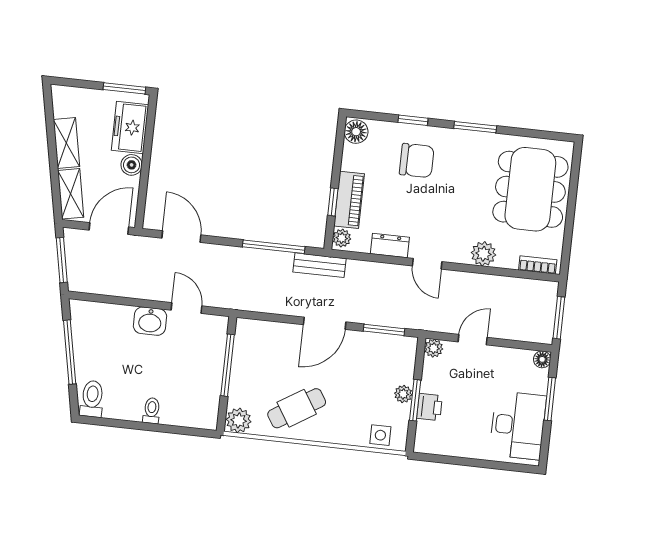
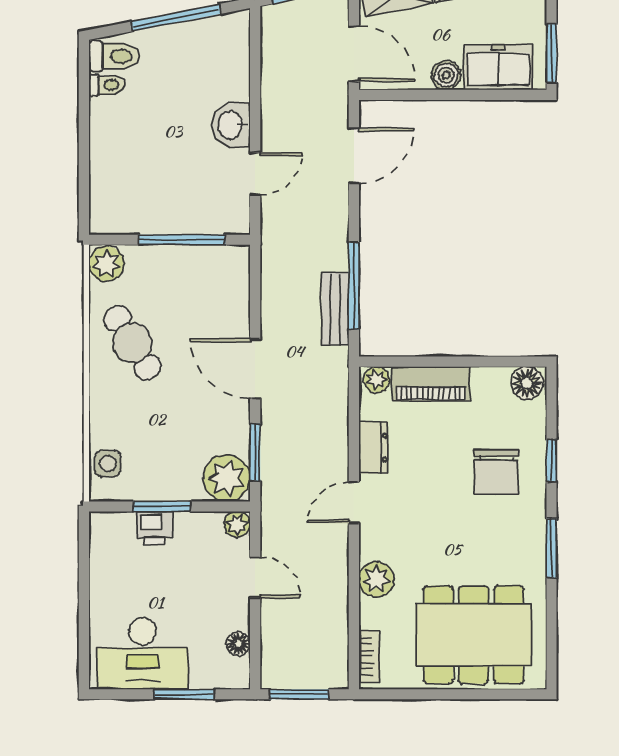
window: (333, 202) -> (425, 362), removed
bench: (319, 265) -> (335, 309), moved
floor lamp: (542, 359) -> (238, 644), moved
plant: (403, 394) -> (227, 478), moved, width x1.87, depth x1.87
toilet: (152, 411) -> (107, 85), moved

